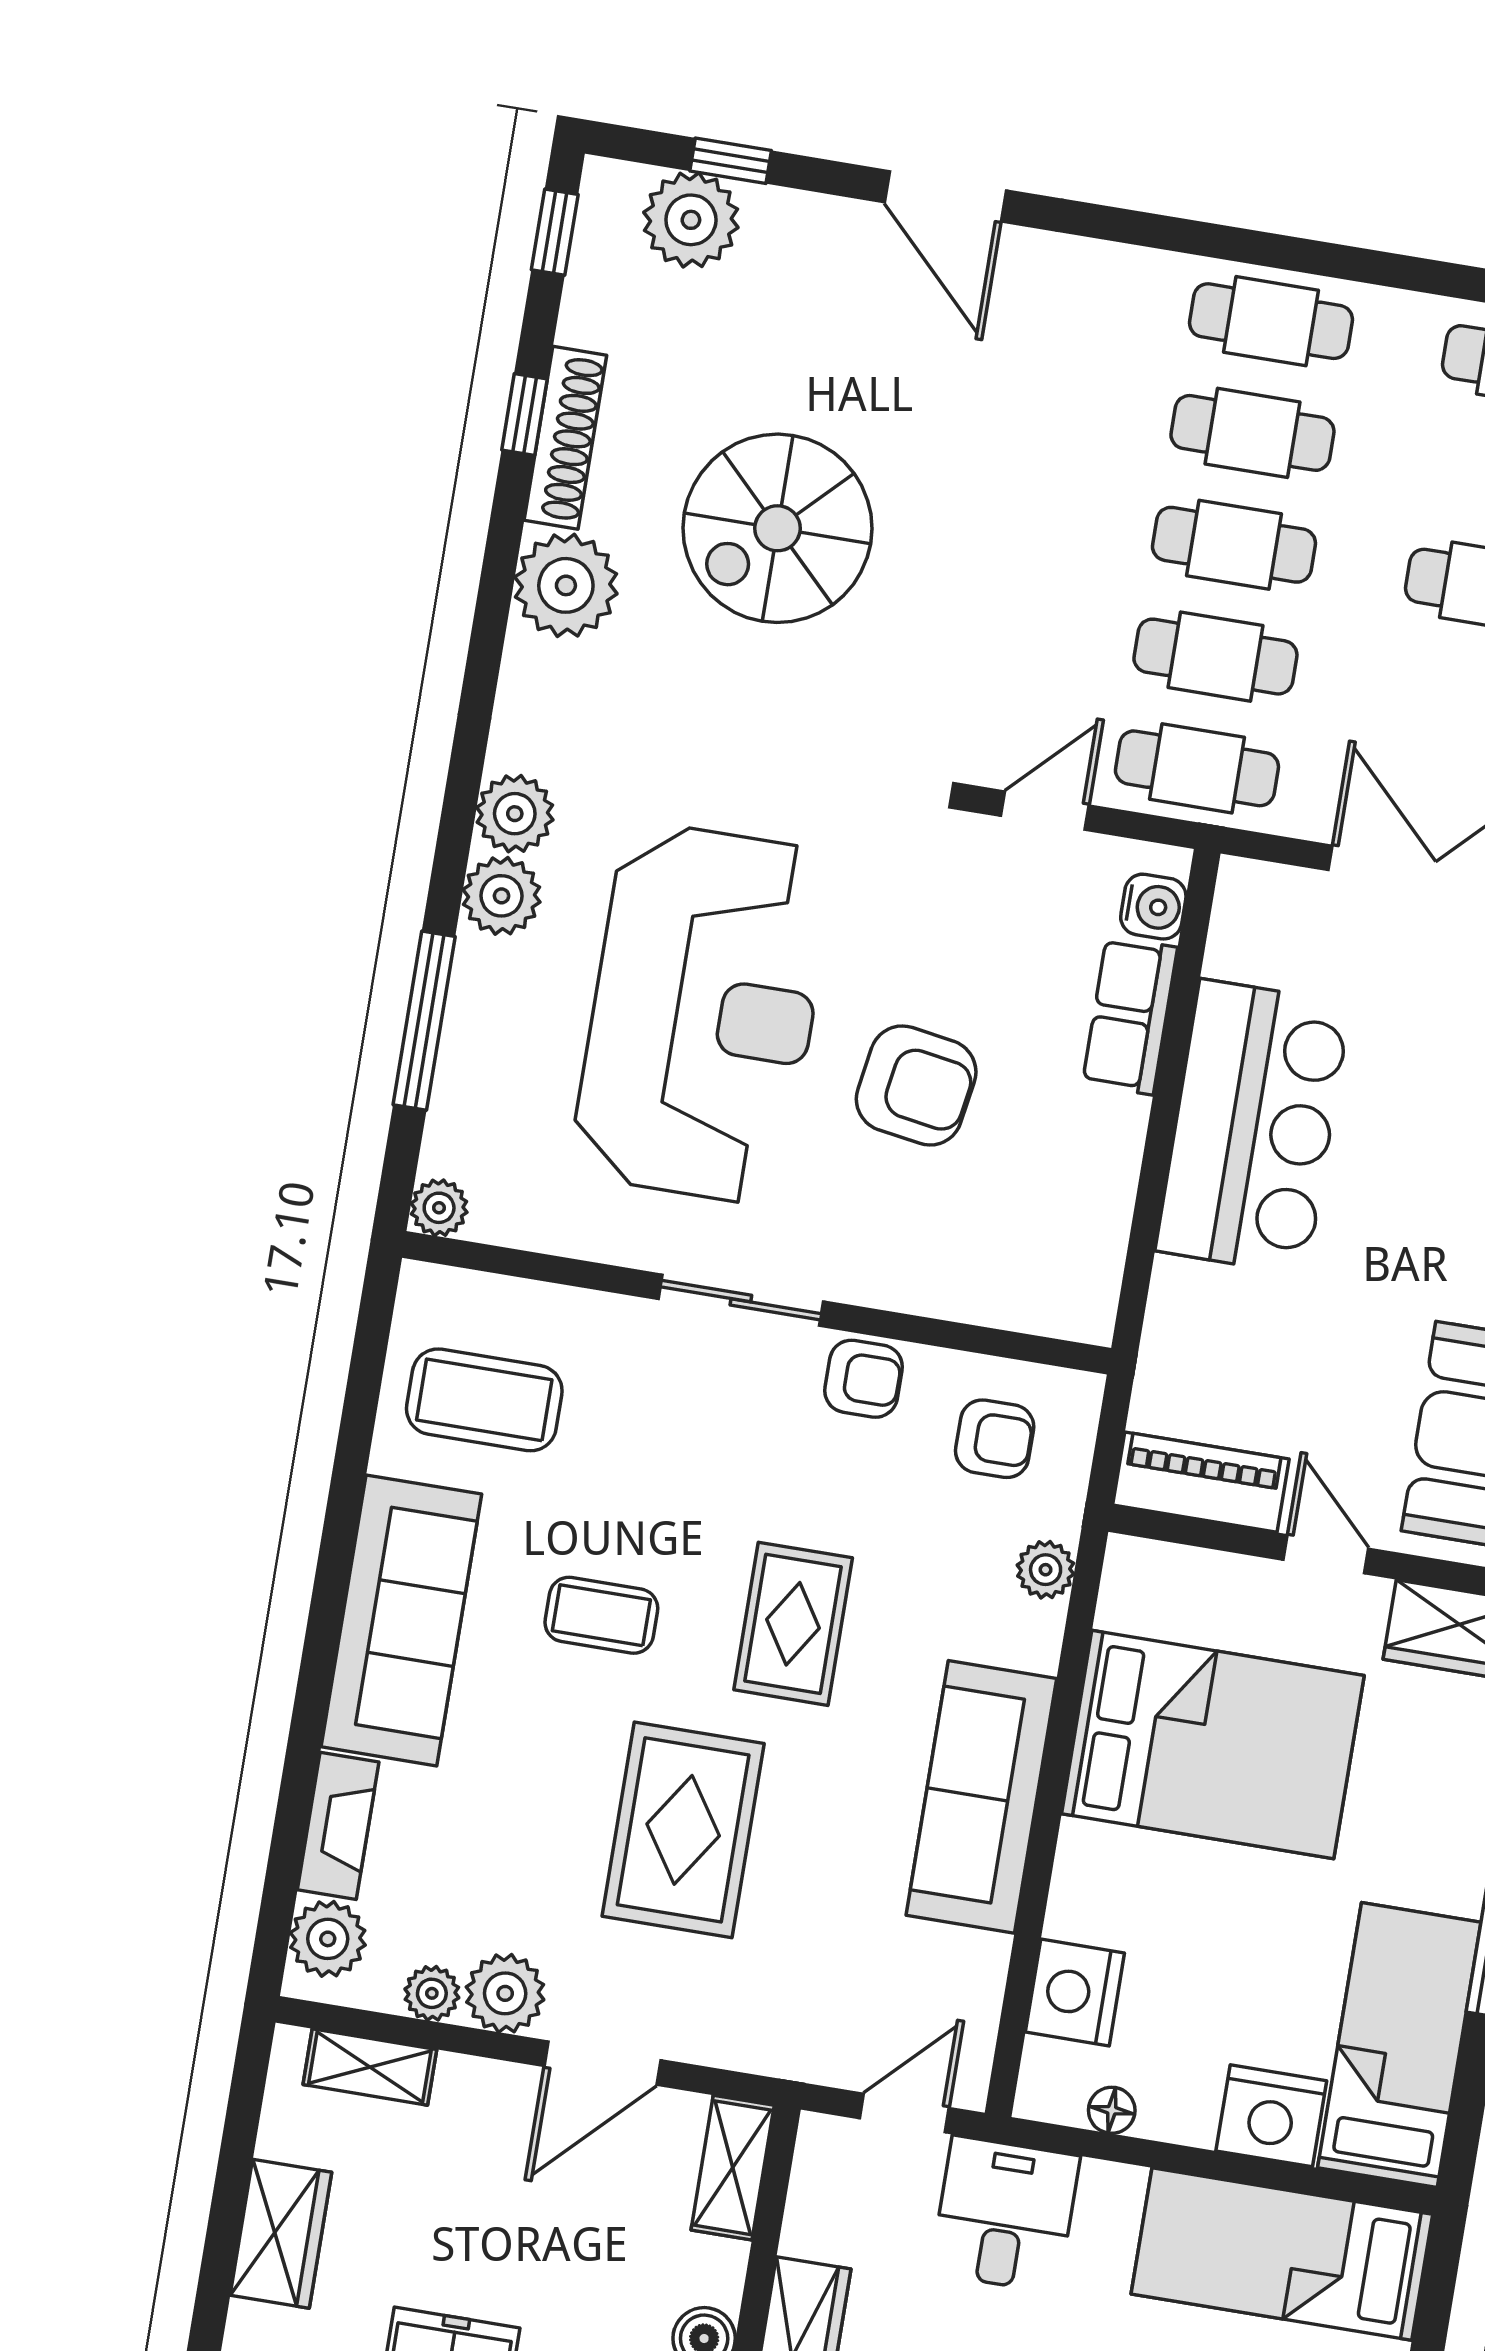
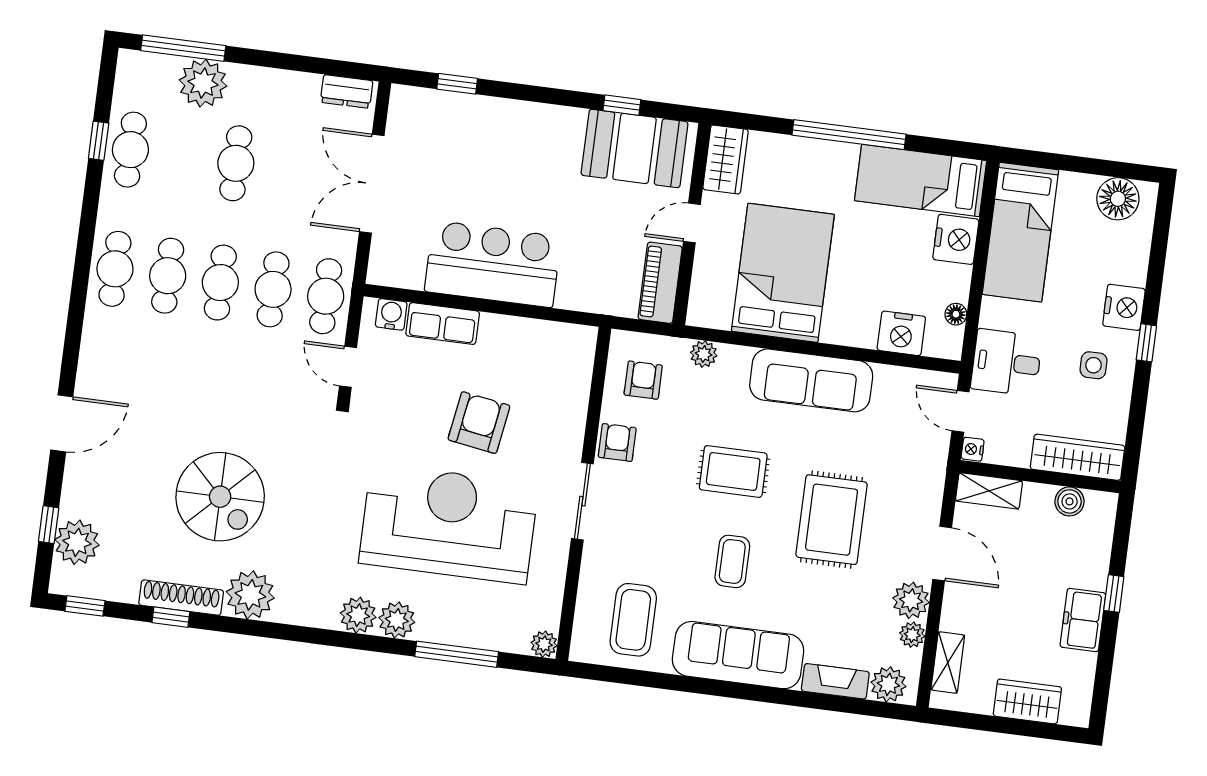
rug: (683, 1830) -> (832, 520), turned 90
nightstand: (823, 2136) -> (973, 449), added

